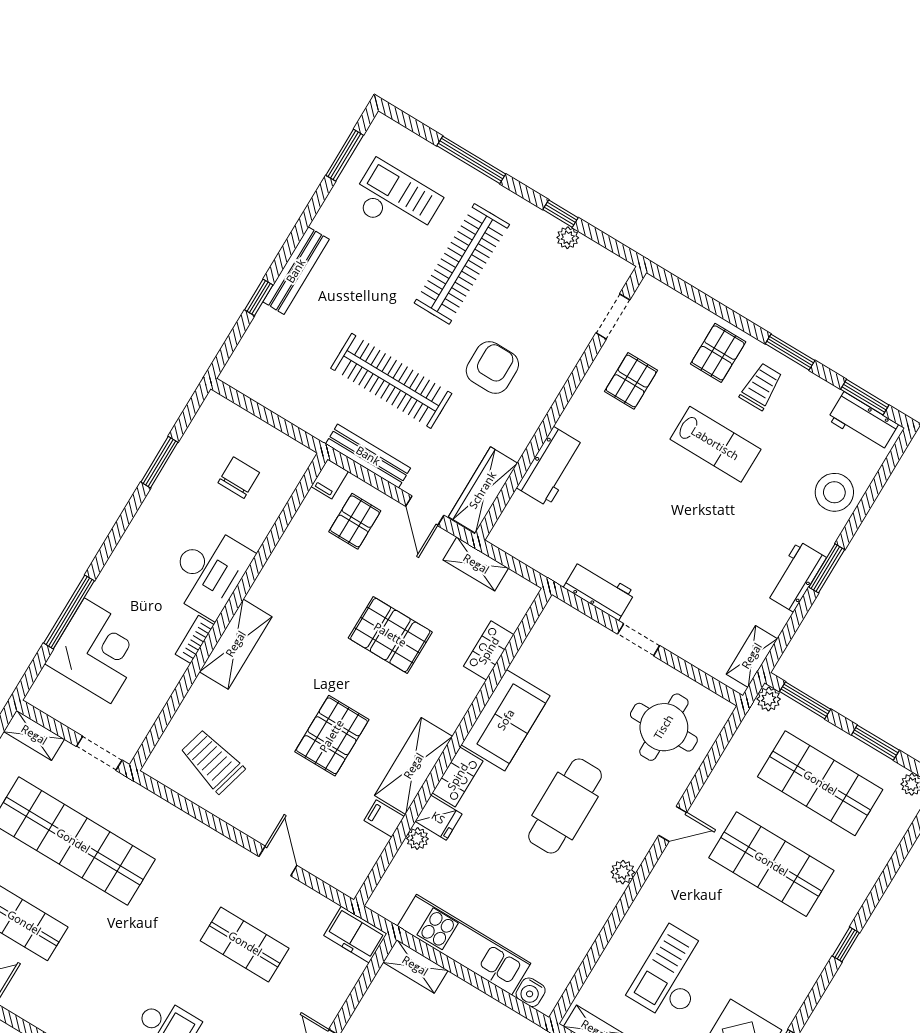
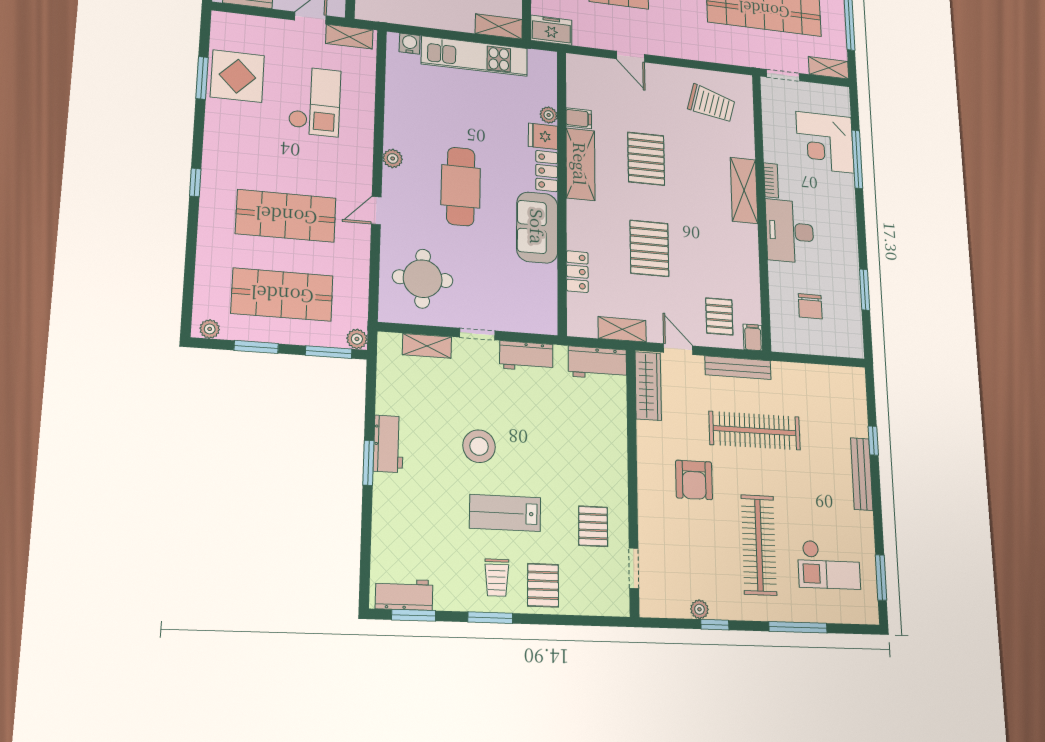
workbench: (551, 467) -> (597, 363), moved, turned -90
stool: (834, 492) -> (479, 446), moved
pallet: (390, 635) -> (649, 248), turned 90
shelving: (752, 656) -> (427, 346), moved, turned 90

